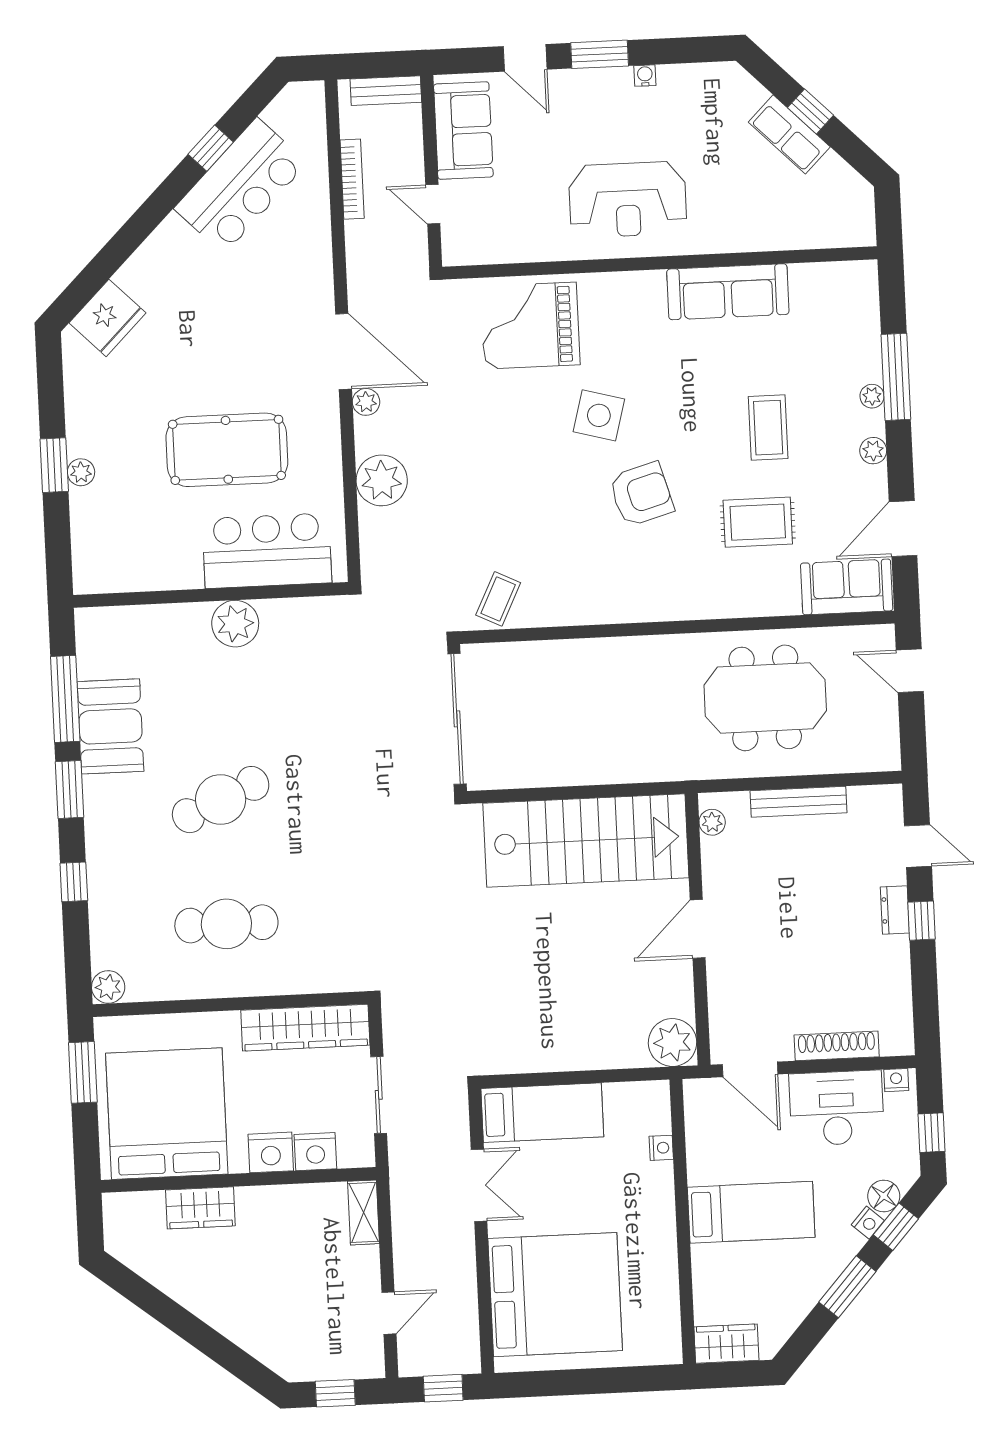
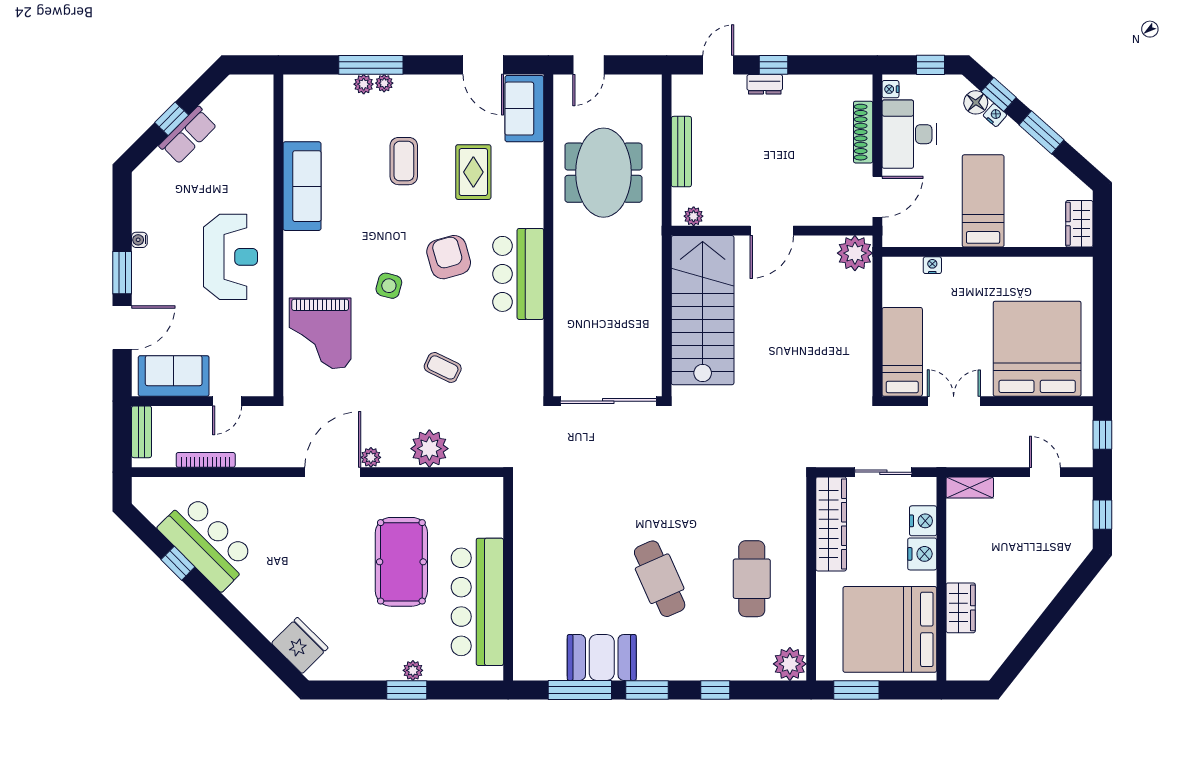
door: (525, 58) -> (122, 328), width x1.38
side table: (599, 415) -> (389, 286), width x0.73, depth x0.73
coffee table: (768, 428) -> (404, 161), turned 90
plant: (873, 451) -> (364, 84), moved
bar counter: (267, 551) -> (477, 602), moved, width x1.36
bar counter: (623, 589) -> (518, 274), added
coffee table: (498, 599) -> (443, 367), moved
plant: (235, 624) -> (530, 562), removed
door: (698, 929) -> (772, 231), hinge flipped
plant: (108, 987) -> (790, 664), width x1.36, depth x1.36

